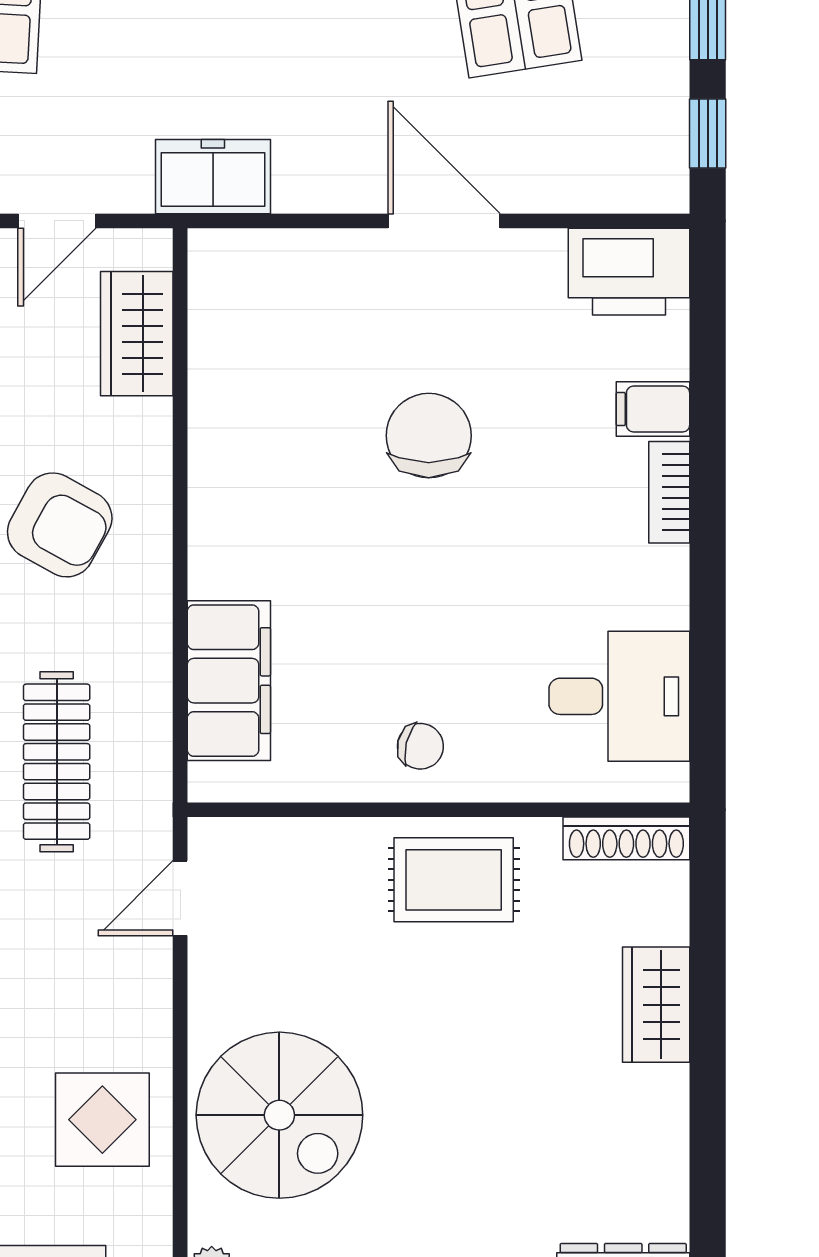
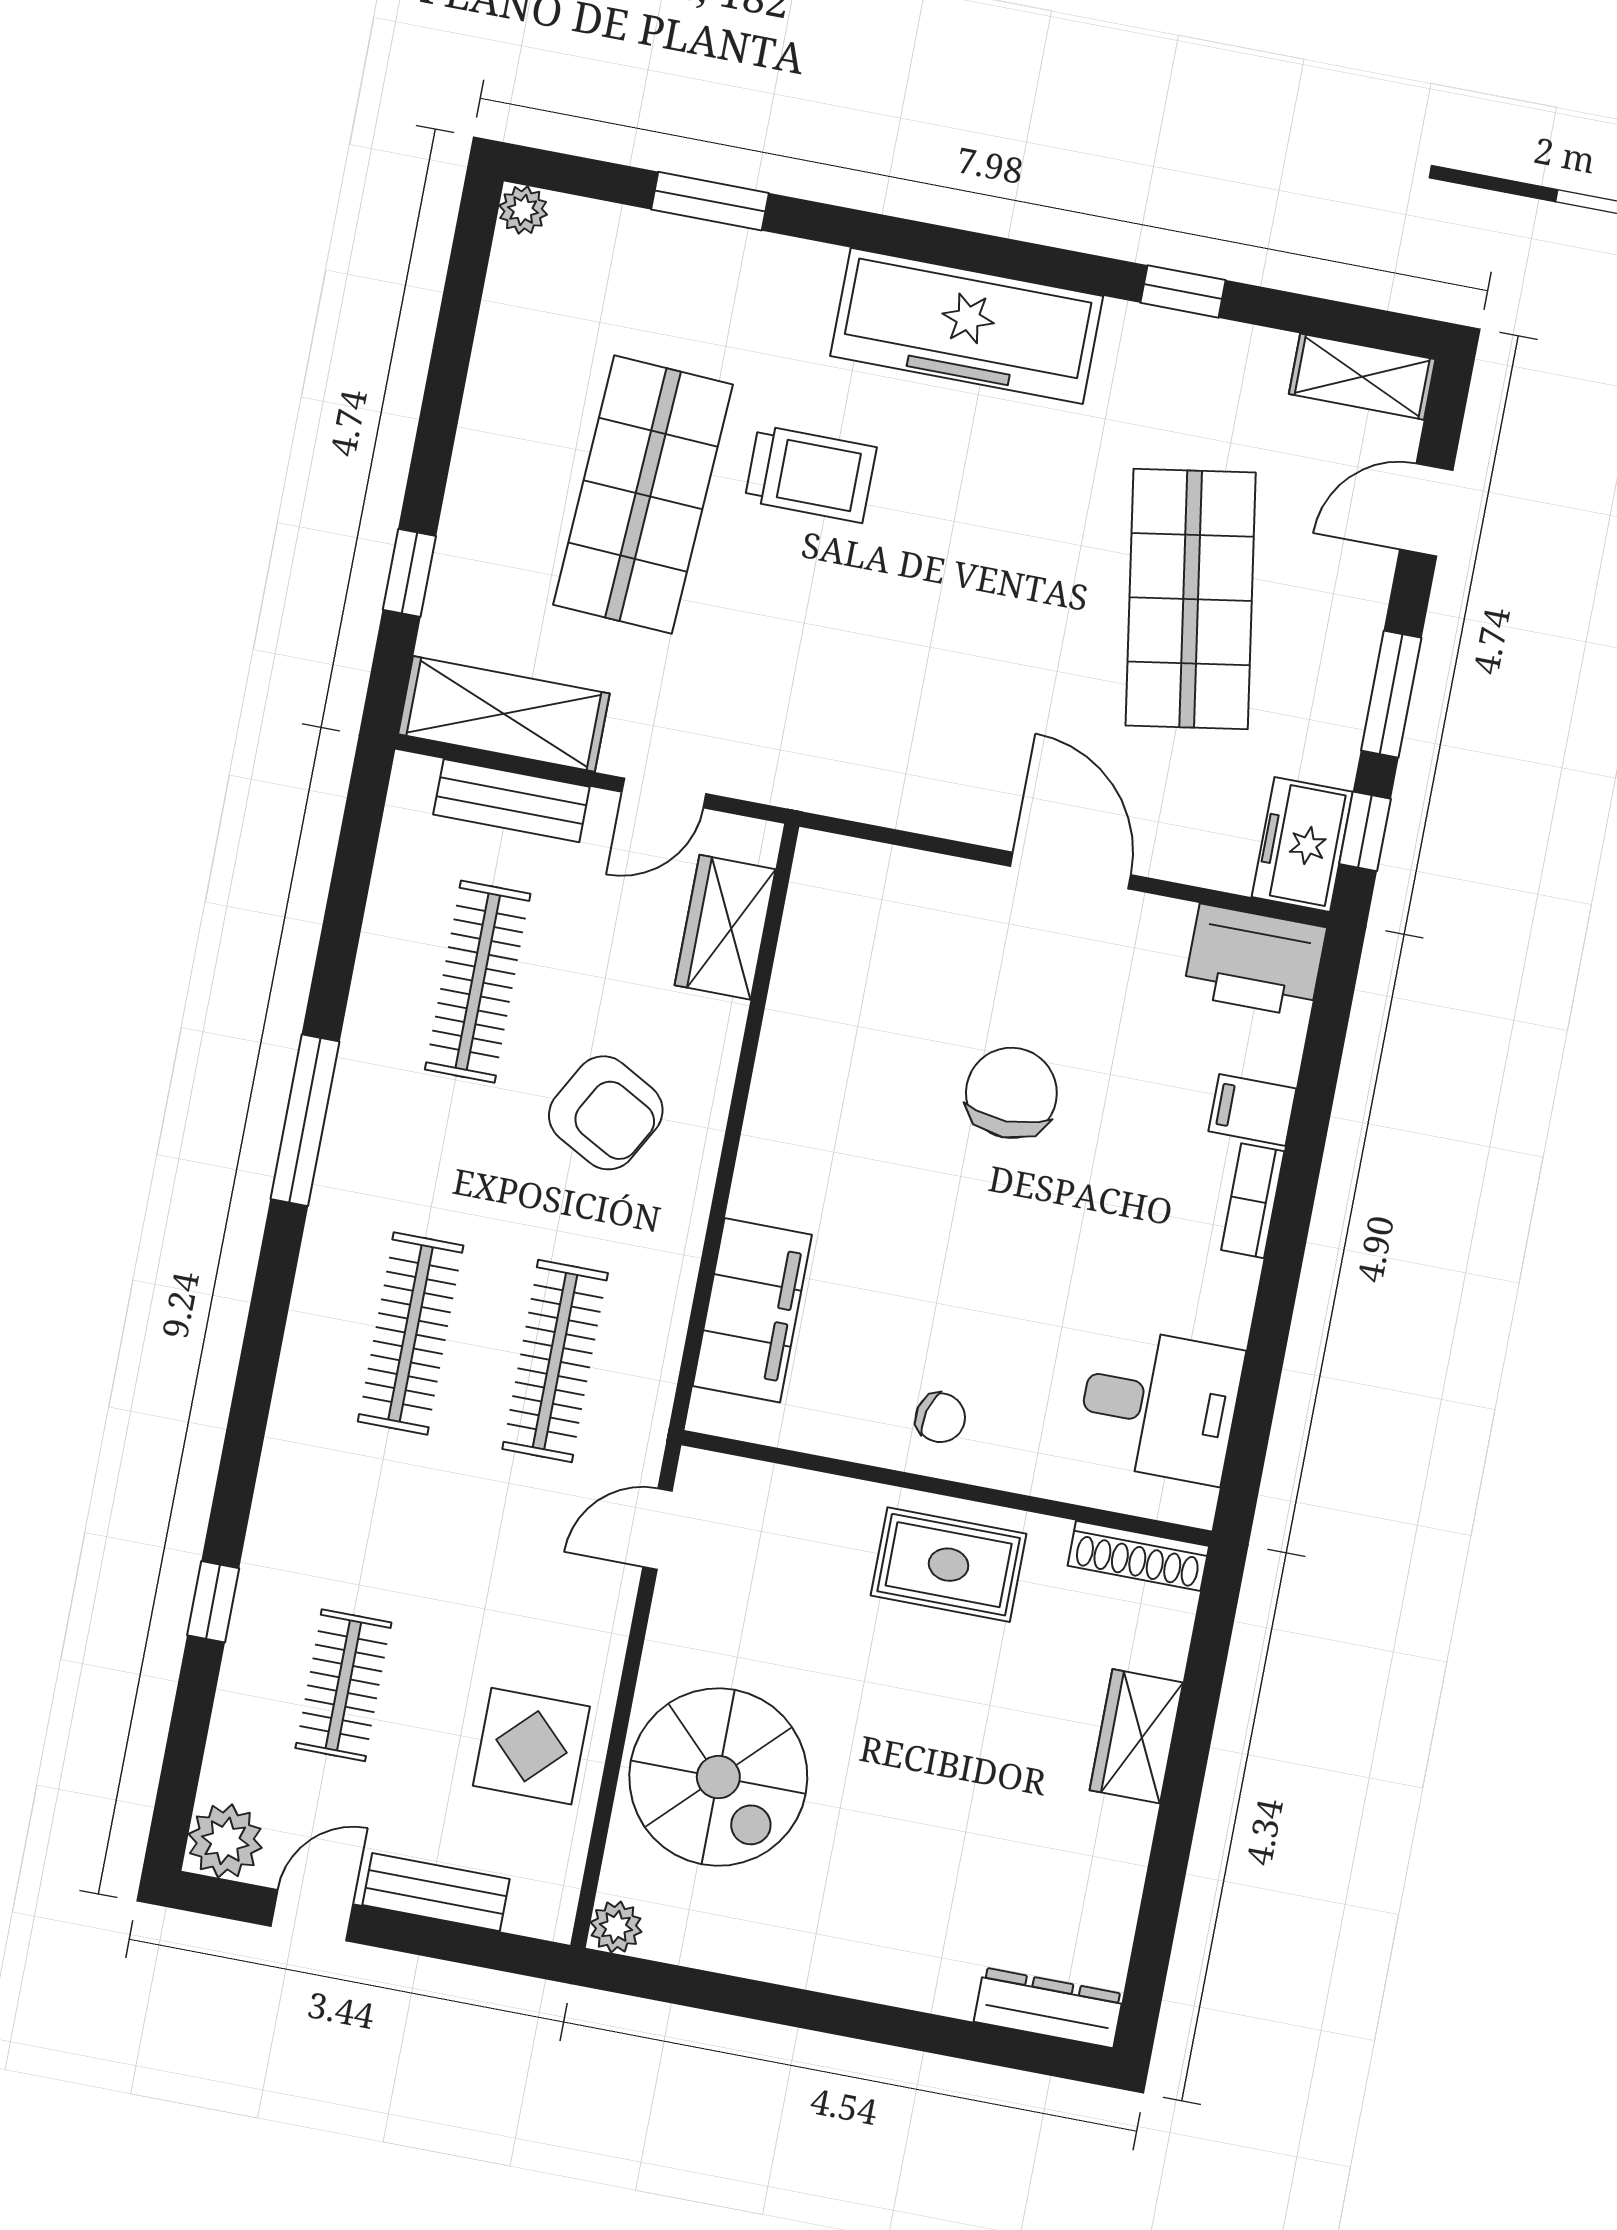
freezer: (213, 177) -> (1302, 844), moved, turned -90

